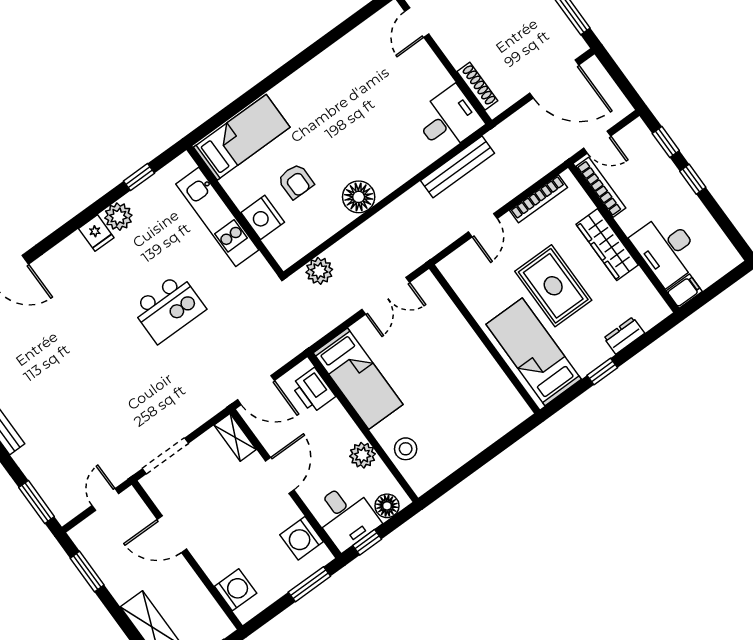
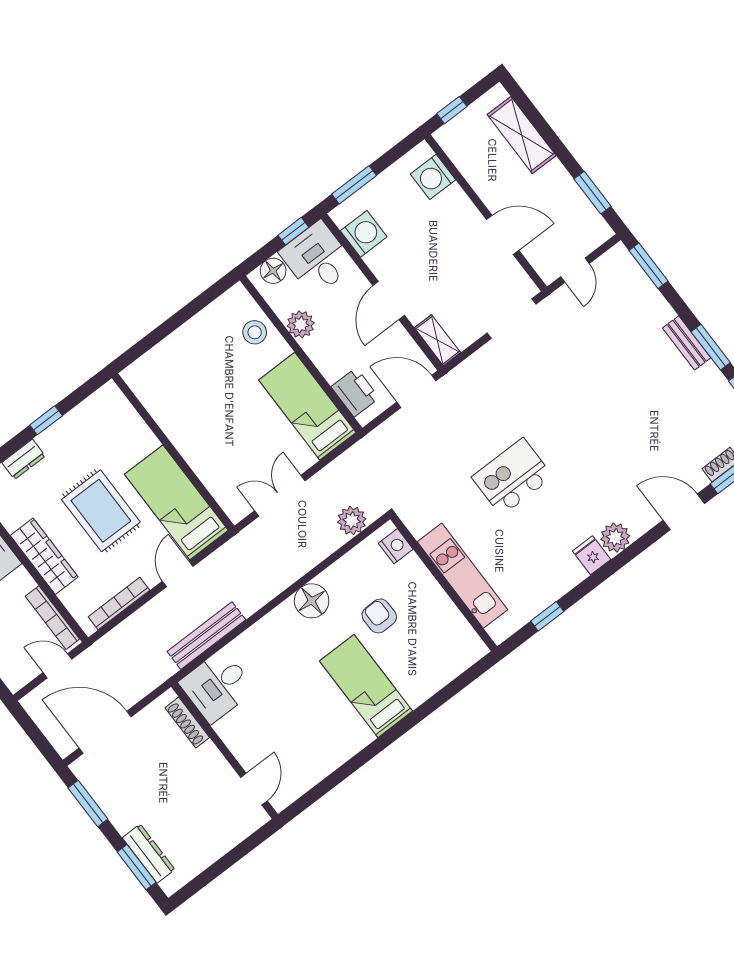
bed: (242, 137) -> (366, 686), moved, turned 90
plant: (118, 217) -> (615, 538), moved
nightstand: (263, 217) -> (396, 546), moved, width x0.74, depth x0.75
bed: (534, 352) -> (176, 502), moved, turned 180

